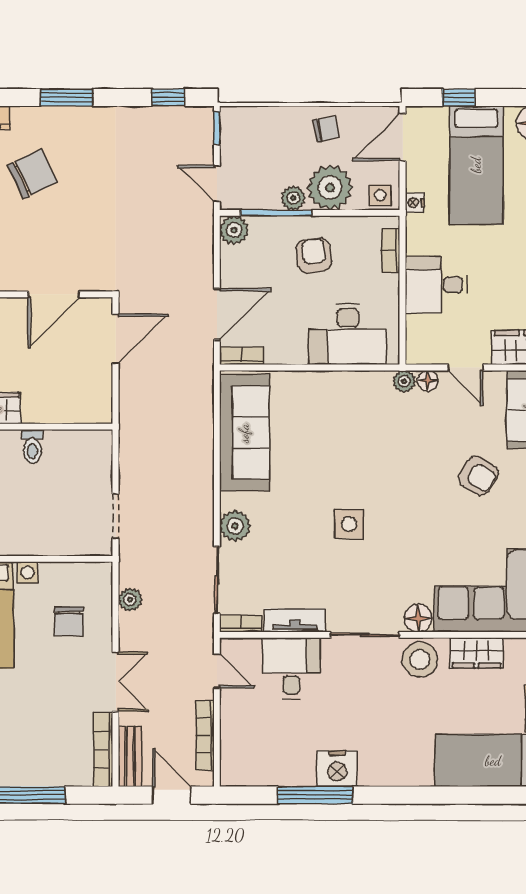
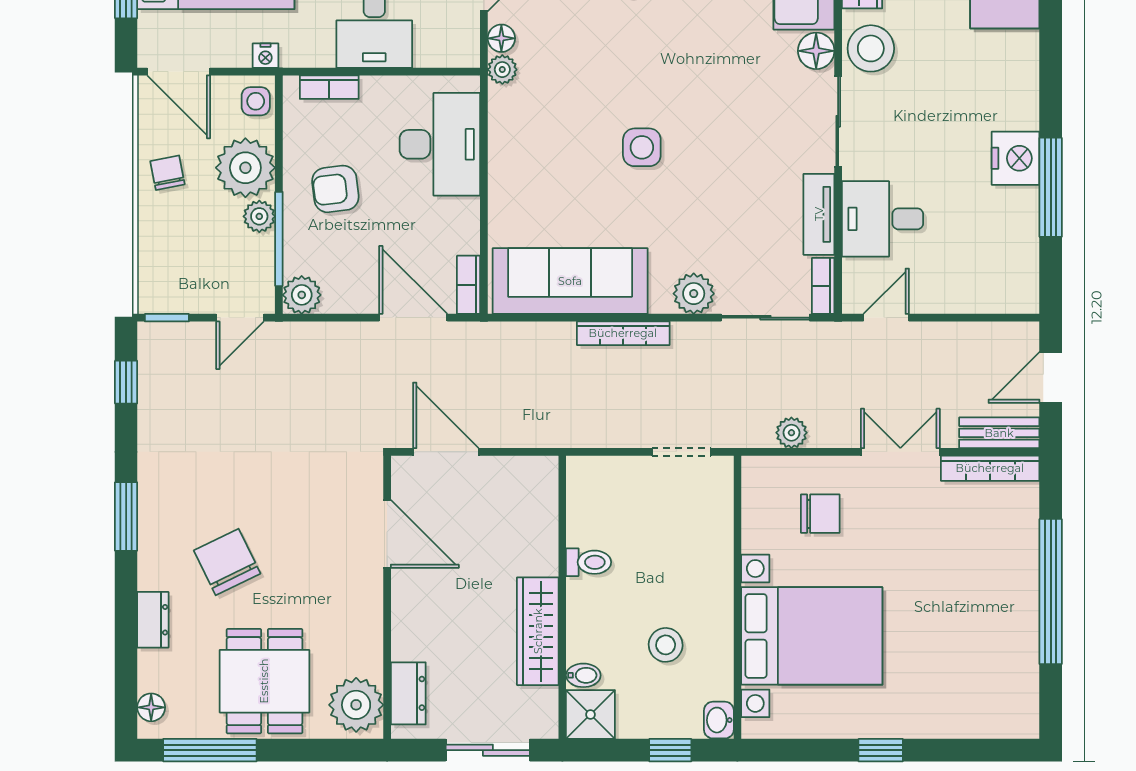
side table: (349, 524) -> (642, 147), moved
bookcase: (205, 735) -> (623, 333), moved

